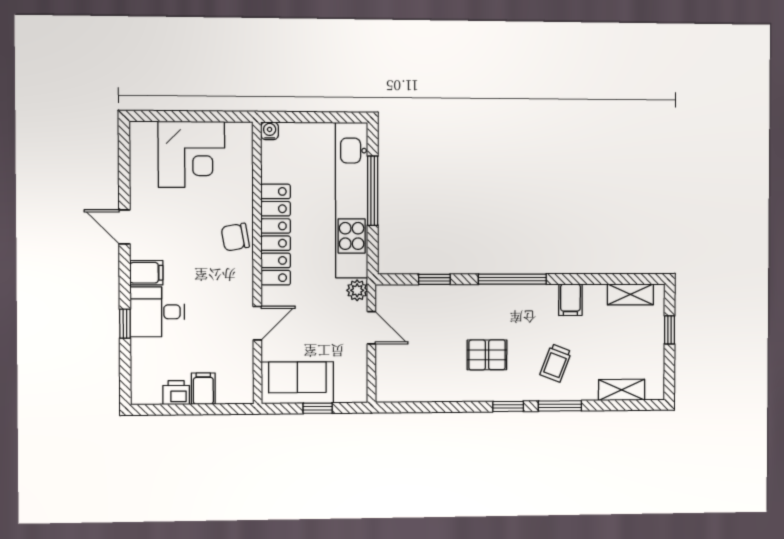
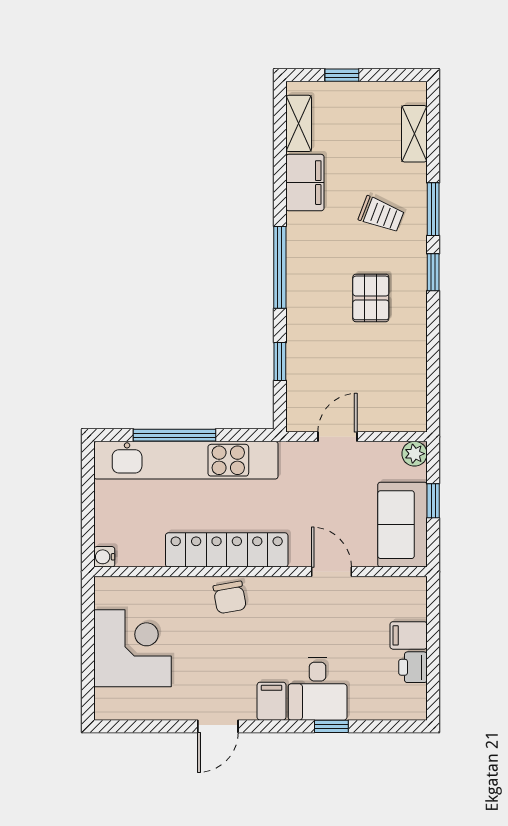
plant: (357, 290) -> (415, 454), moved
filing cabinet: (570, 300) -> (305, 183), width x2.00

